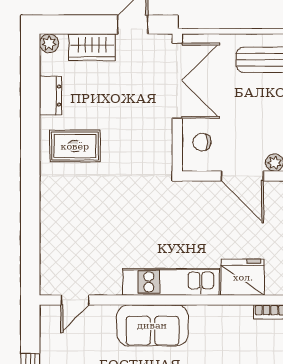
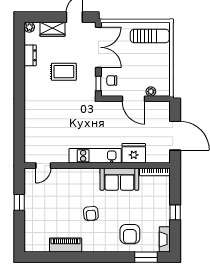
rug: (75, 146) -> (64, 72), moved
window: (177, 148) -> (98, 84), added
sofa: (152, 325) -> (119, 179), moved

